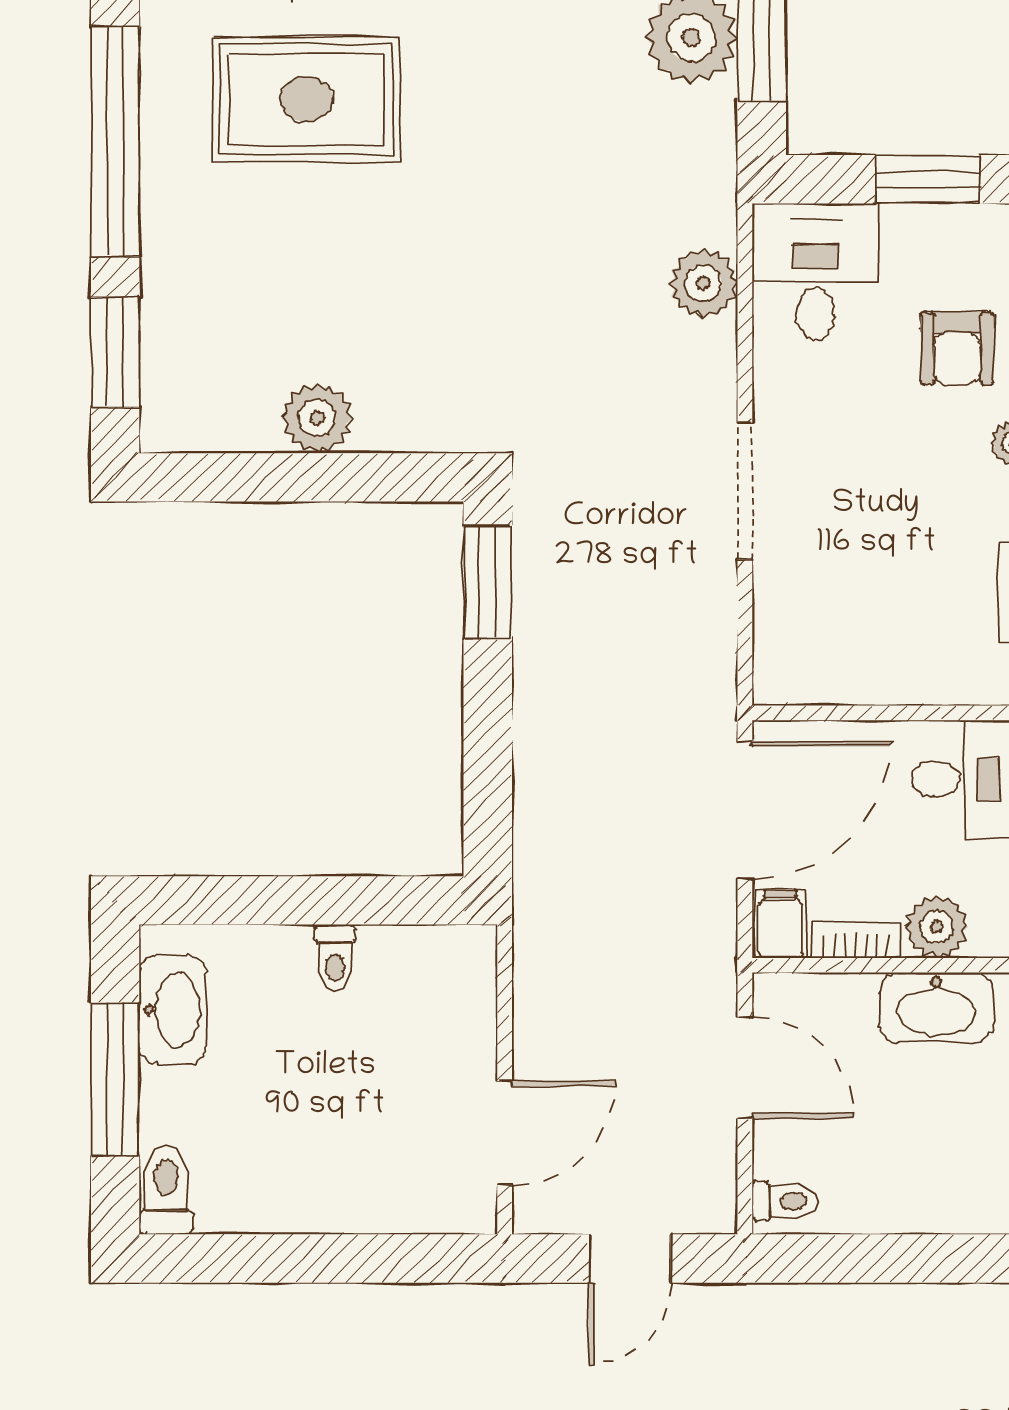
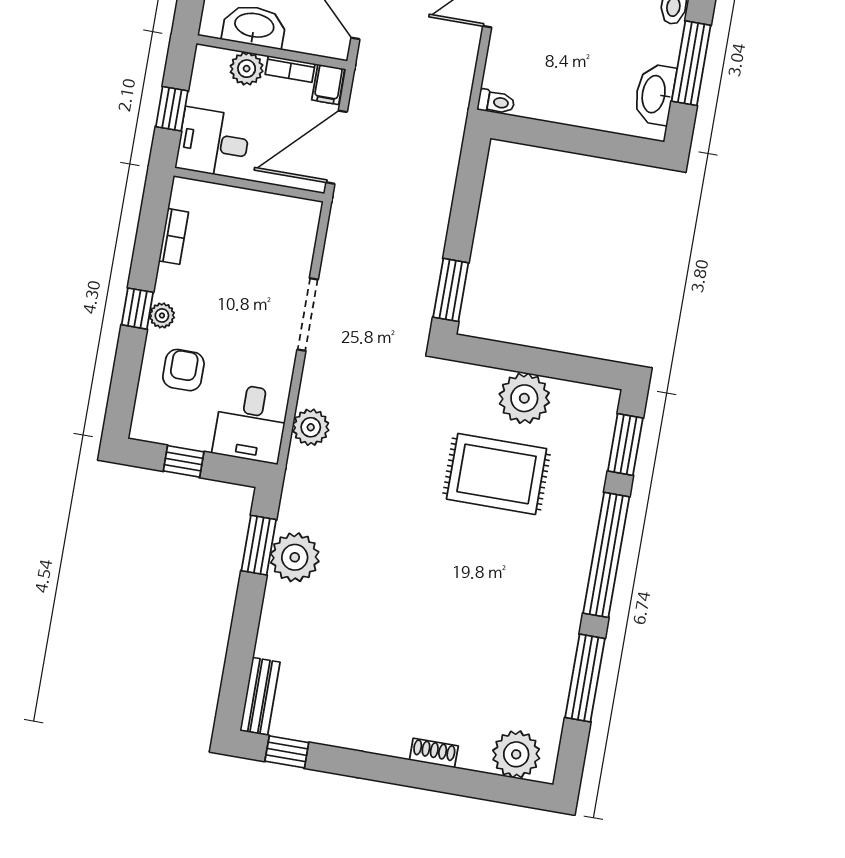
rug: (306, 99) -> (497, 474), moved
window: (928, 179) -> (184, 461), width x0.67
plant: (317, 418) -> (524, 398), width x1.36, depth x1.36
toilet: (335, 958) -> (496, 102), moved, turned 90

